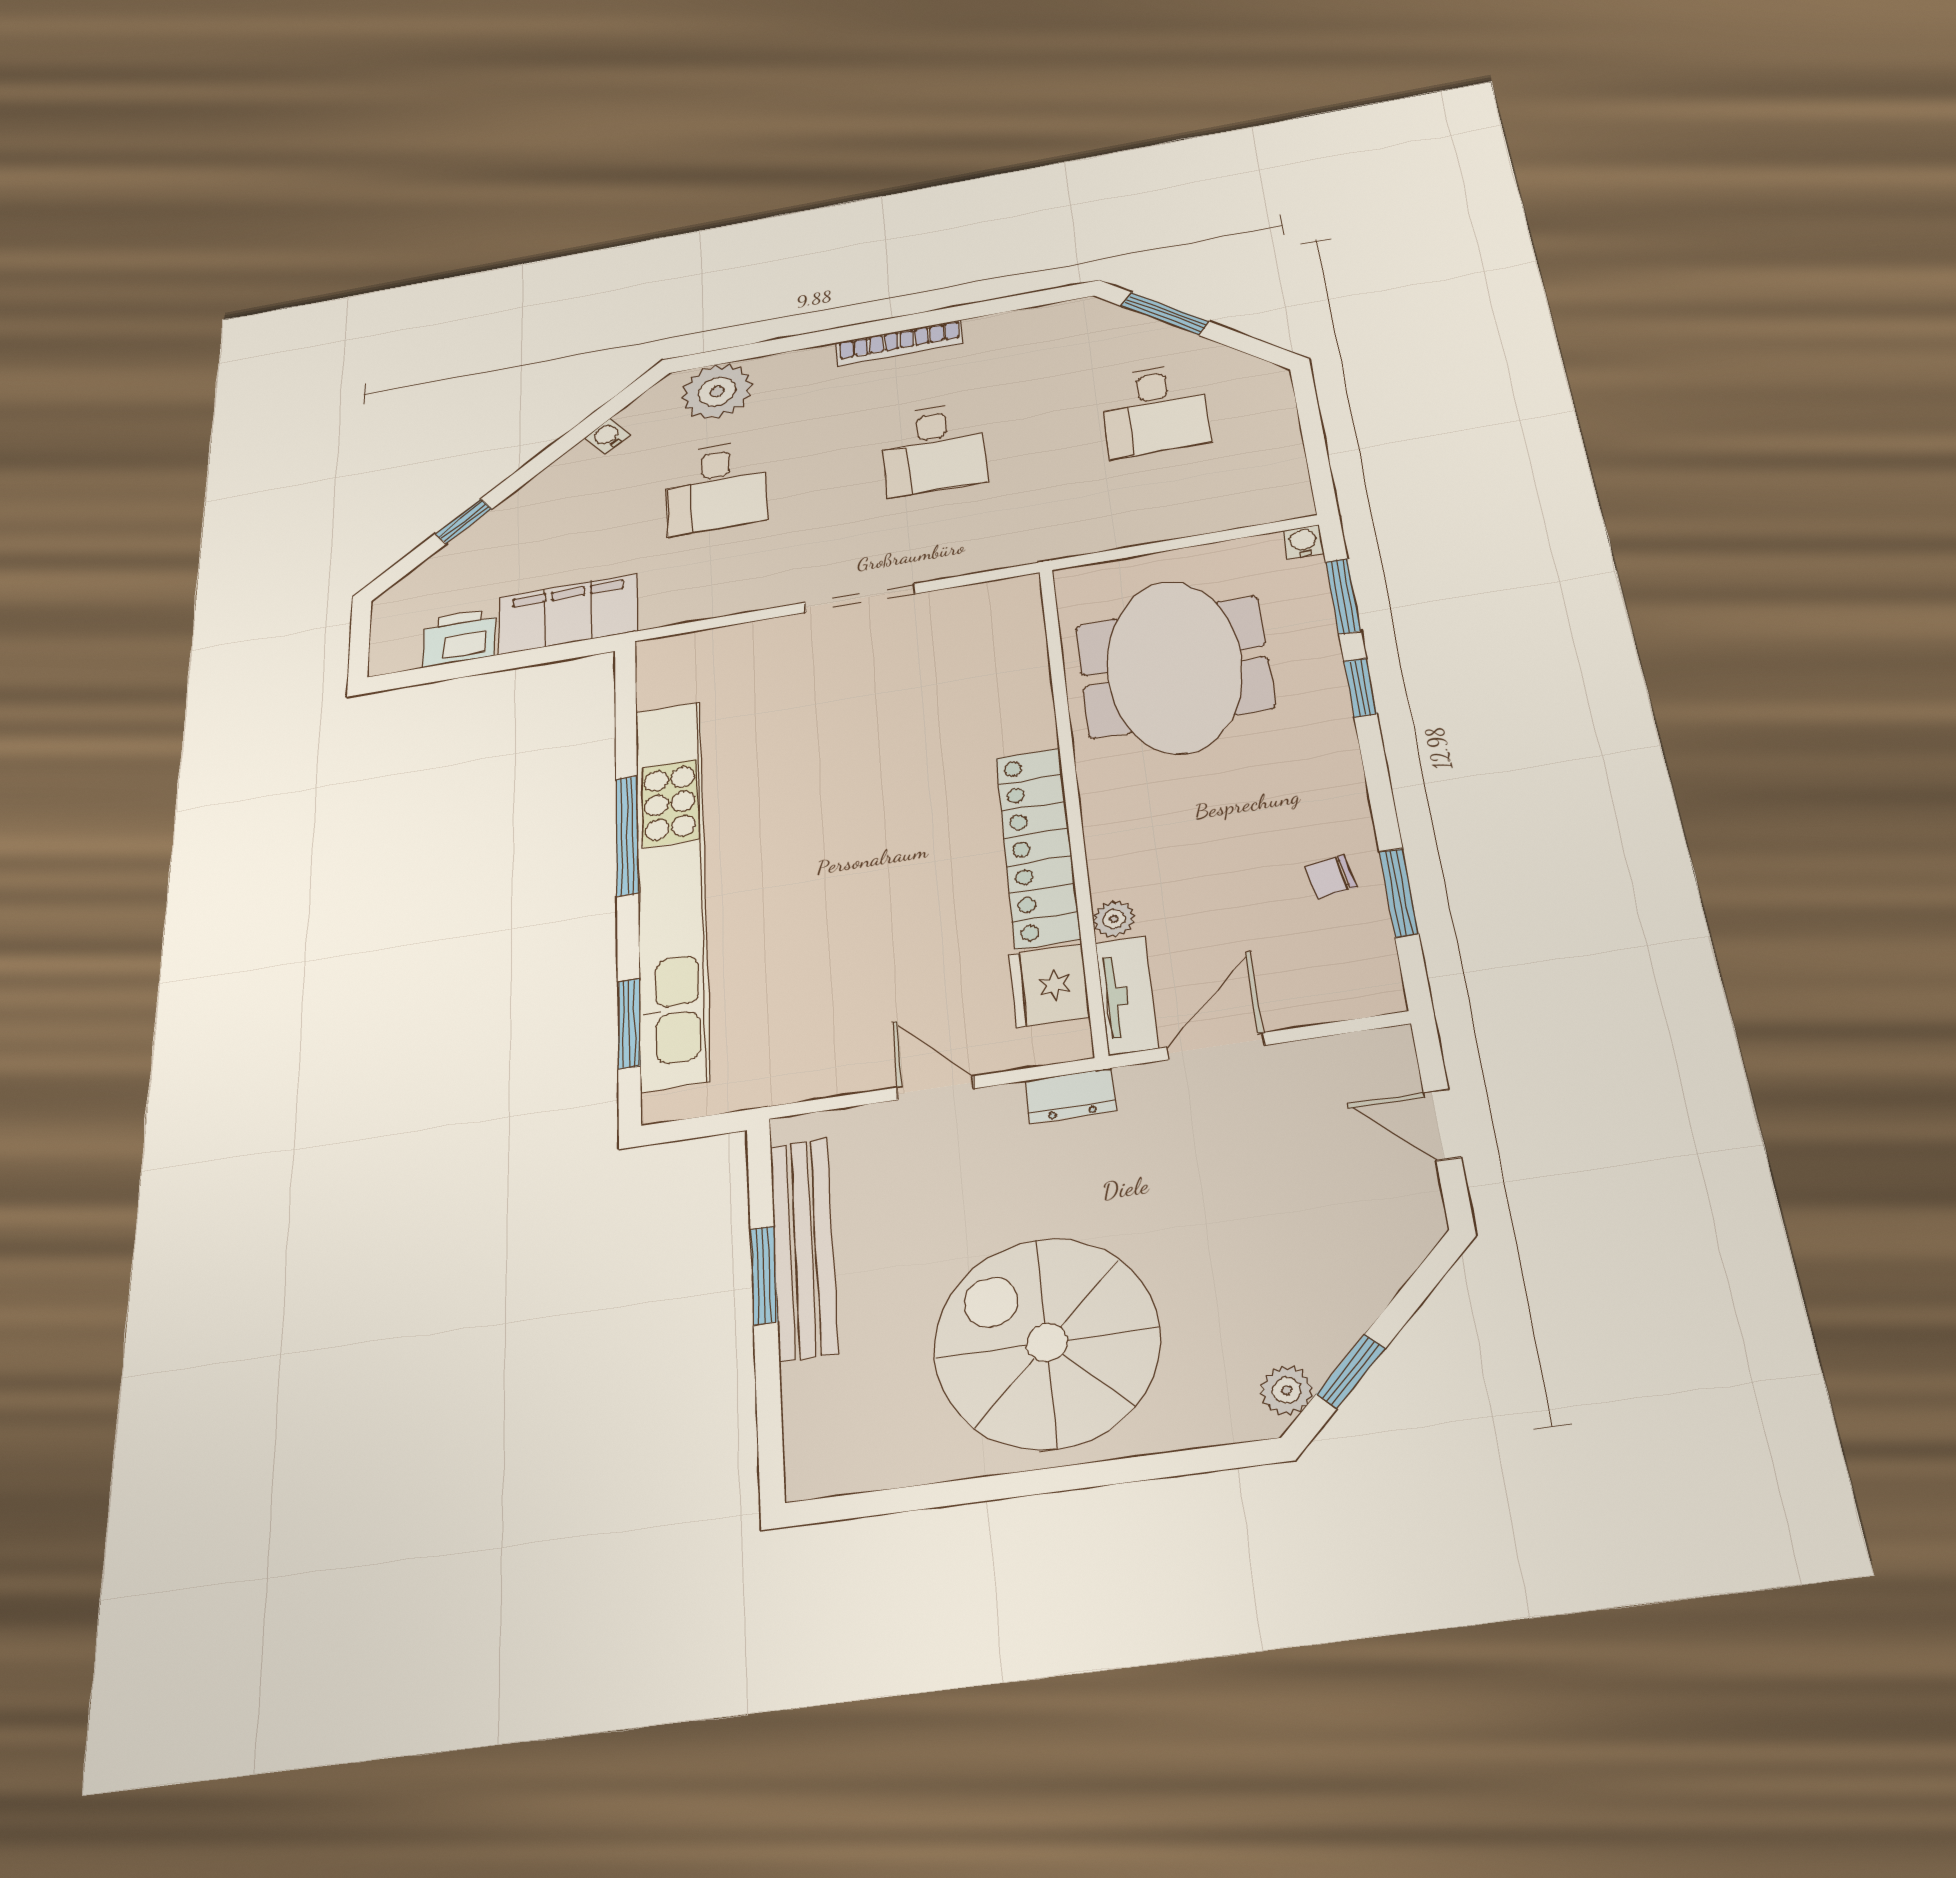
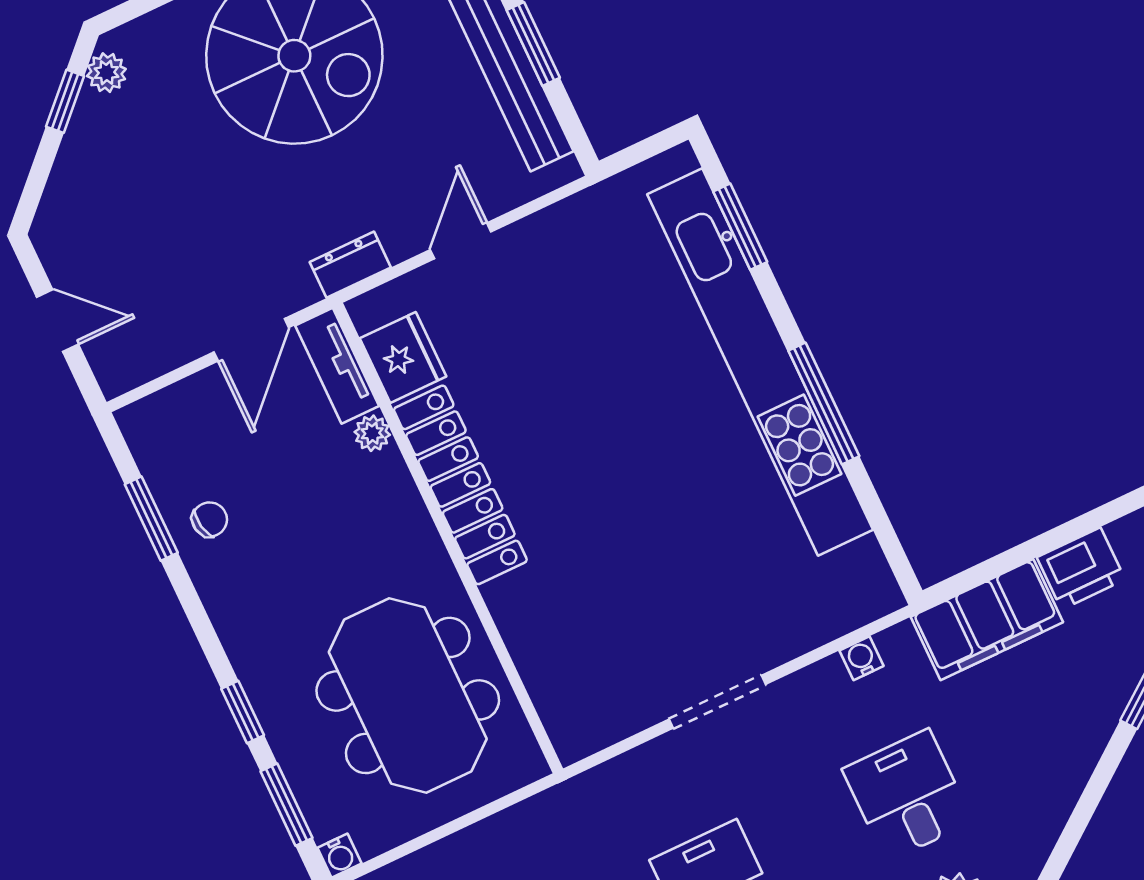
water cooler: (608, 436) -> (861, 658), moved, turned -143
door: (935, 1088) -> (461, 241), swing flipped

